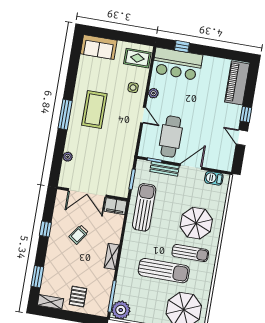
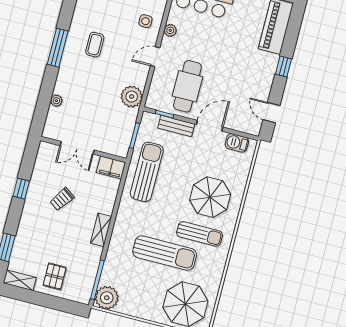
coffee table: (94, 110) -> (95, 45), width x0.54, depth x0.58
door: (143, 115) -> (155, 57), swing flipped
door: (242, 138) -> (272, 113), moved
plant: (127, 148) -> (132, 97), added
double door: (87, 193) -> (77, 148), width x0.73

